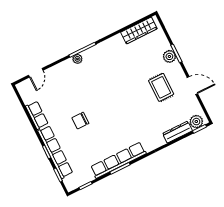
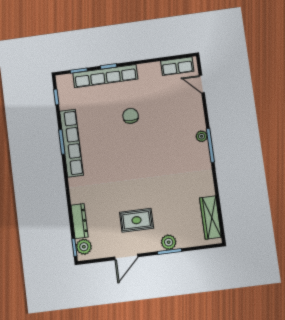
row of seats: (37, 115) -> (177, 66), moved

